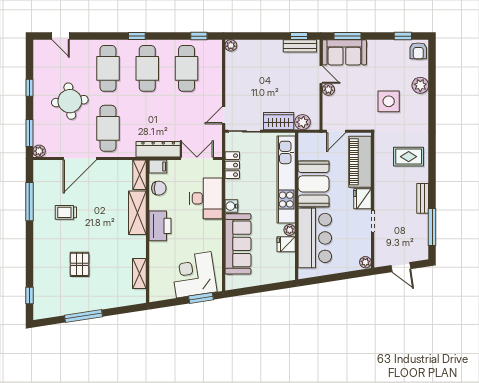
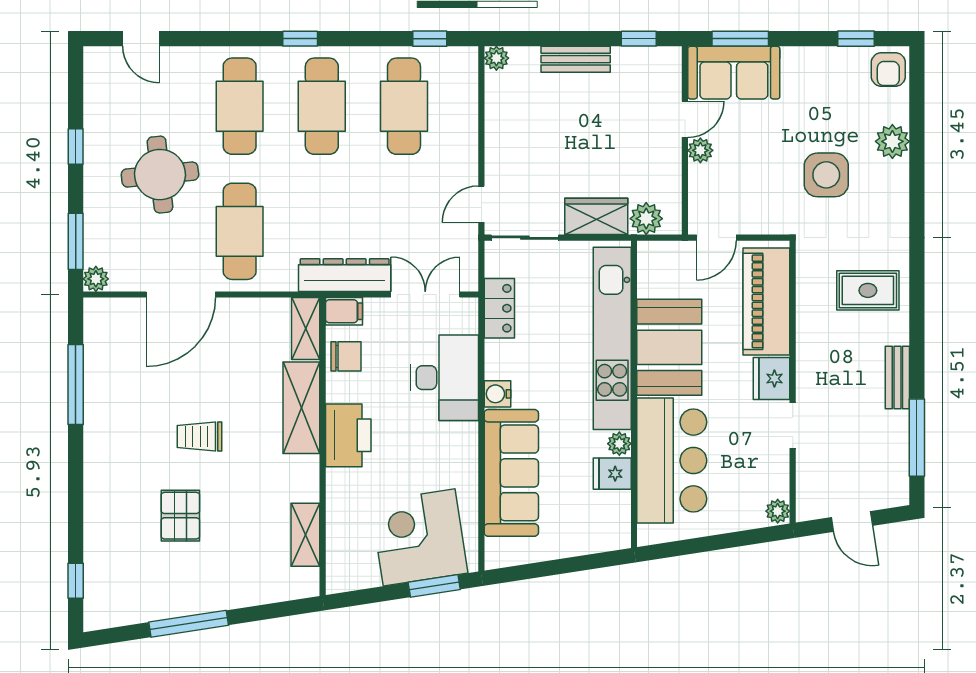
bench: (300, 46) -> (576, 59), moved
door: (321, 75) -> (685, 119), hinge flipped
trolley: (66, 212) -> (199, 437), moved

